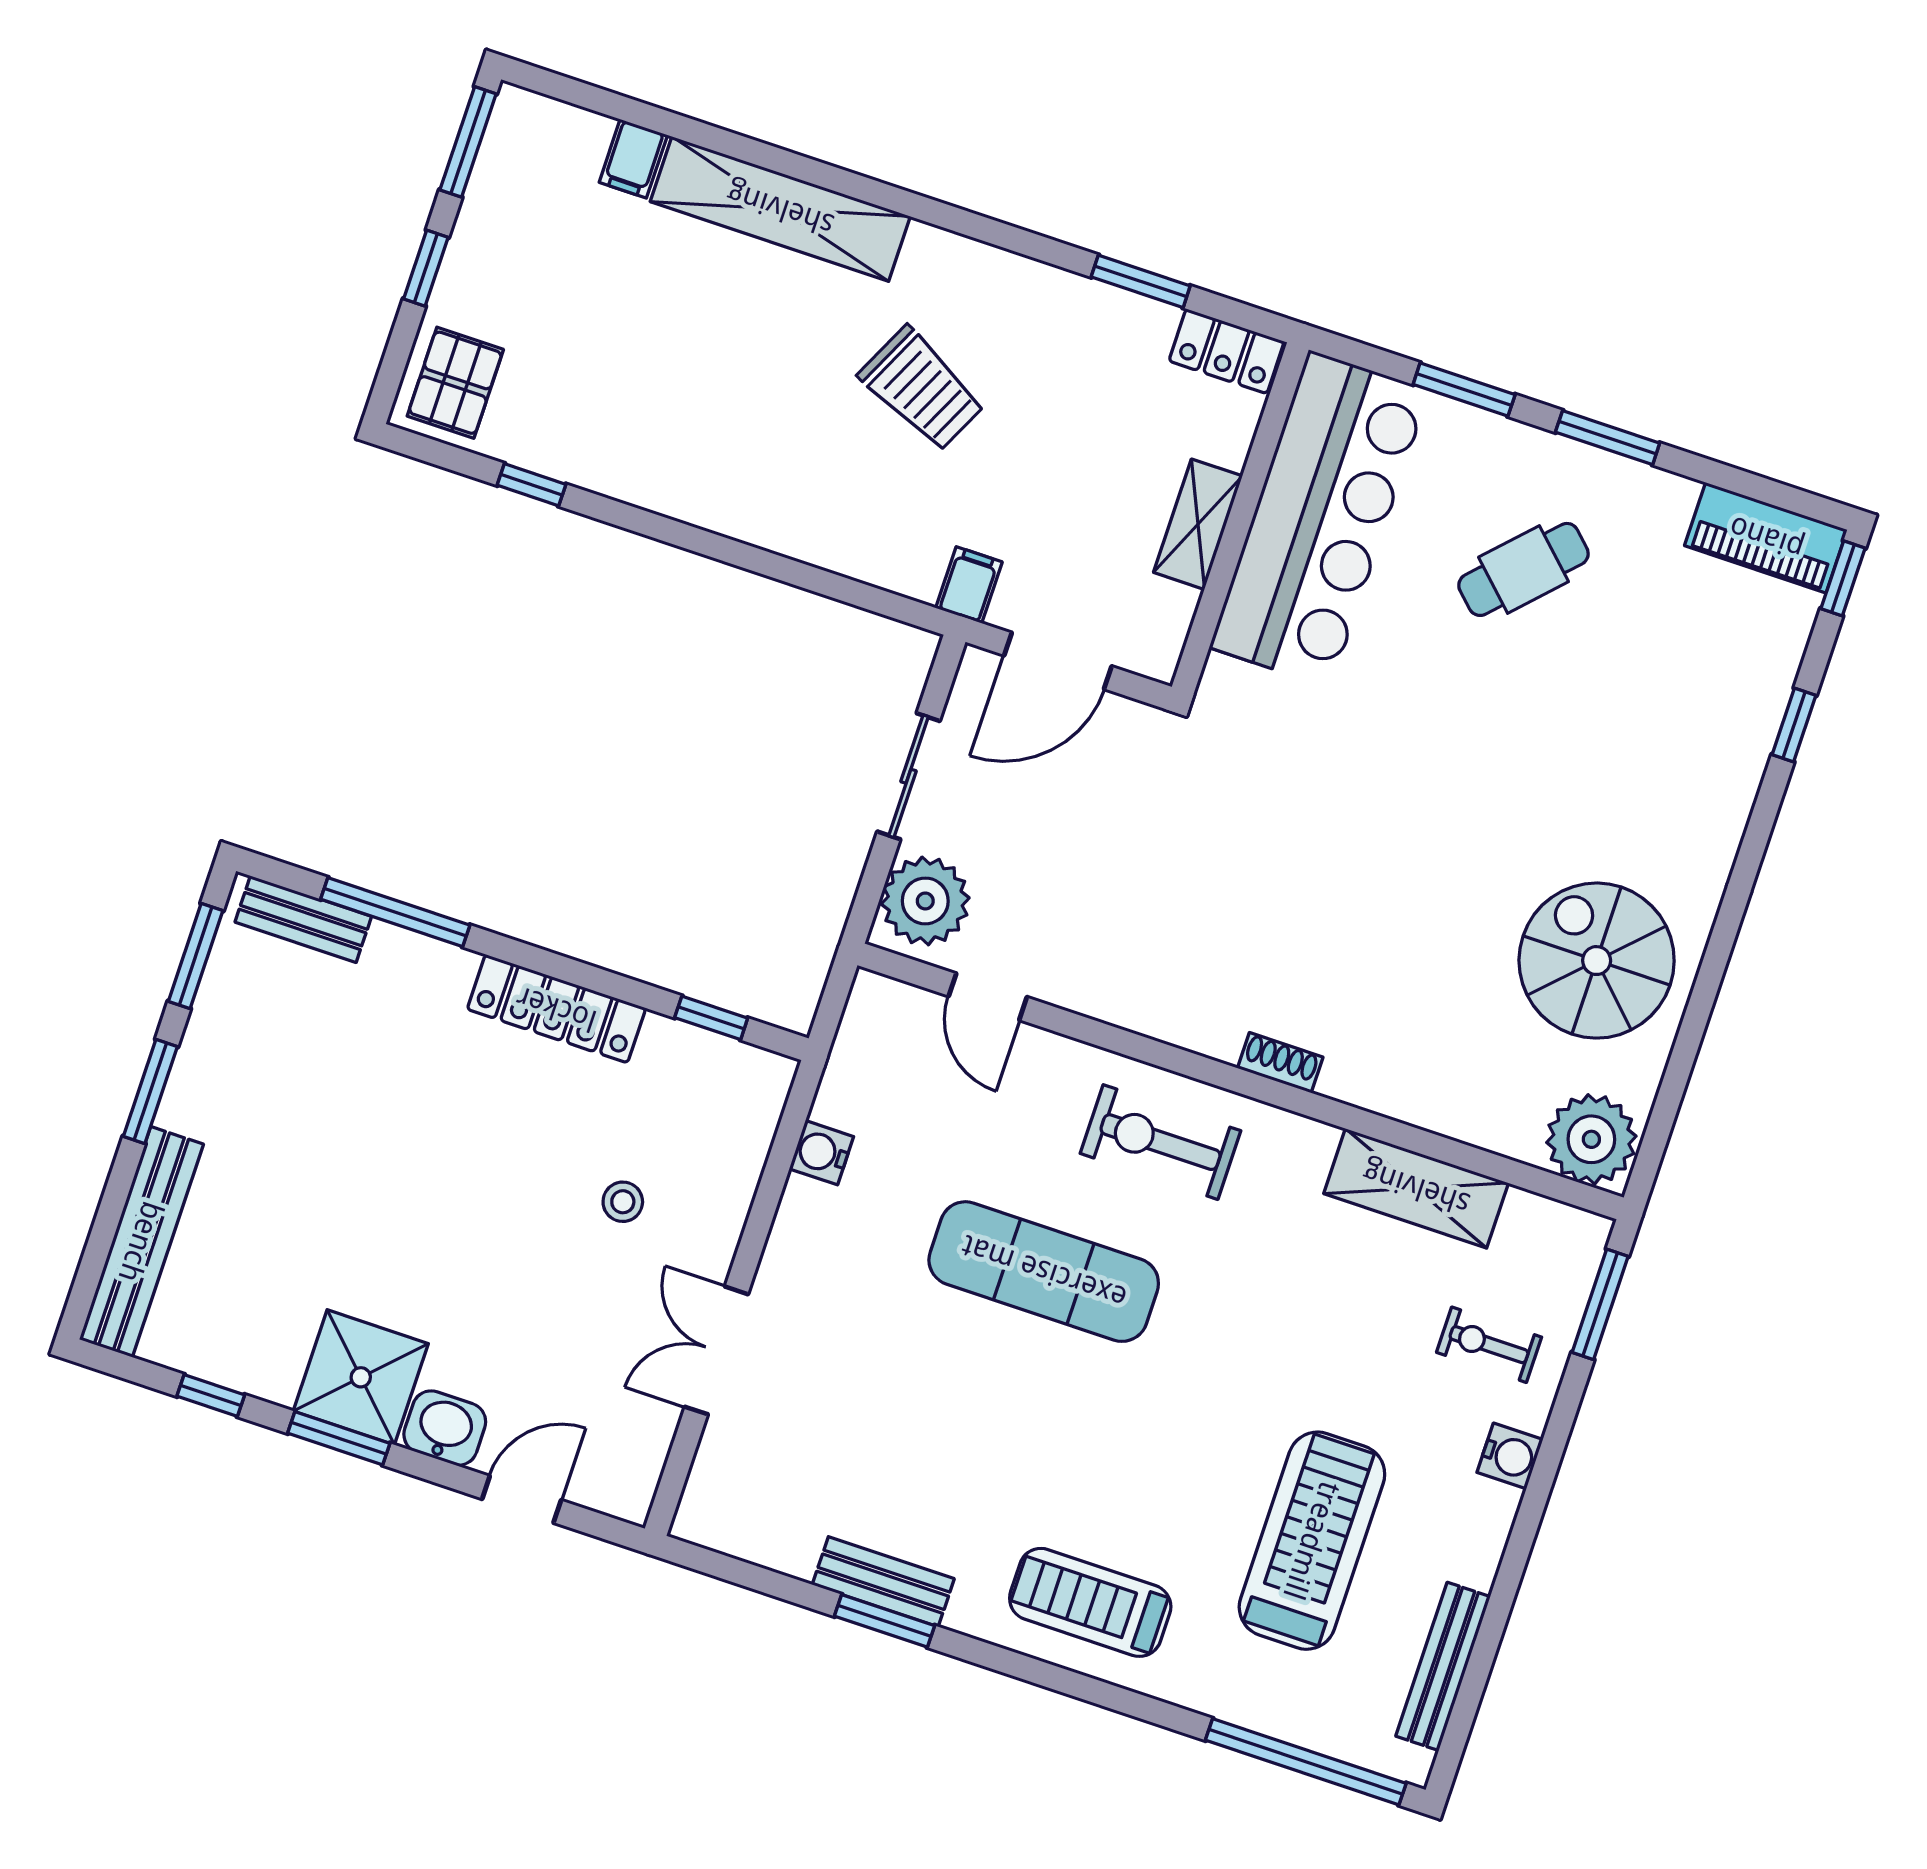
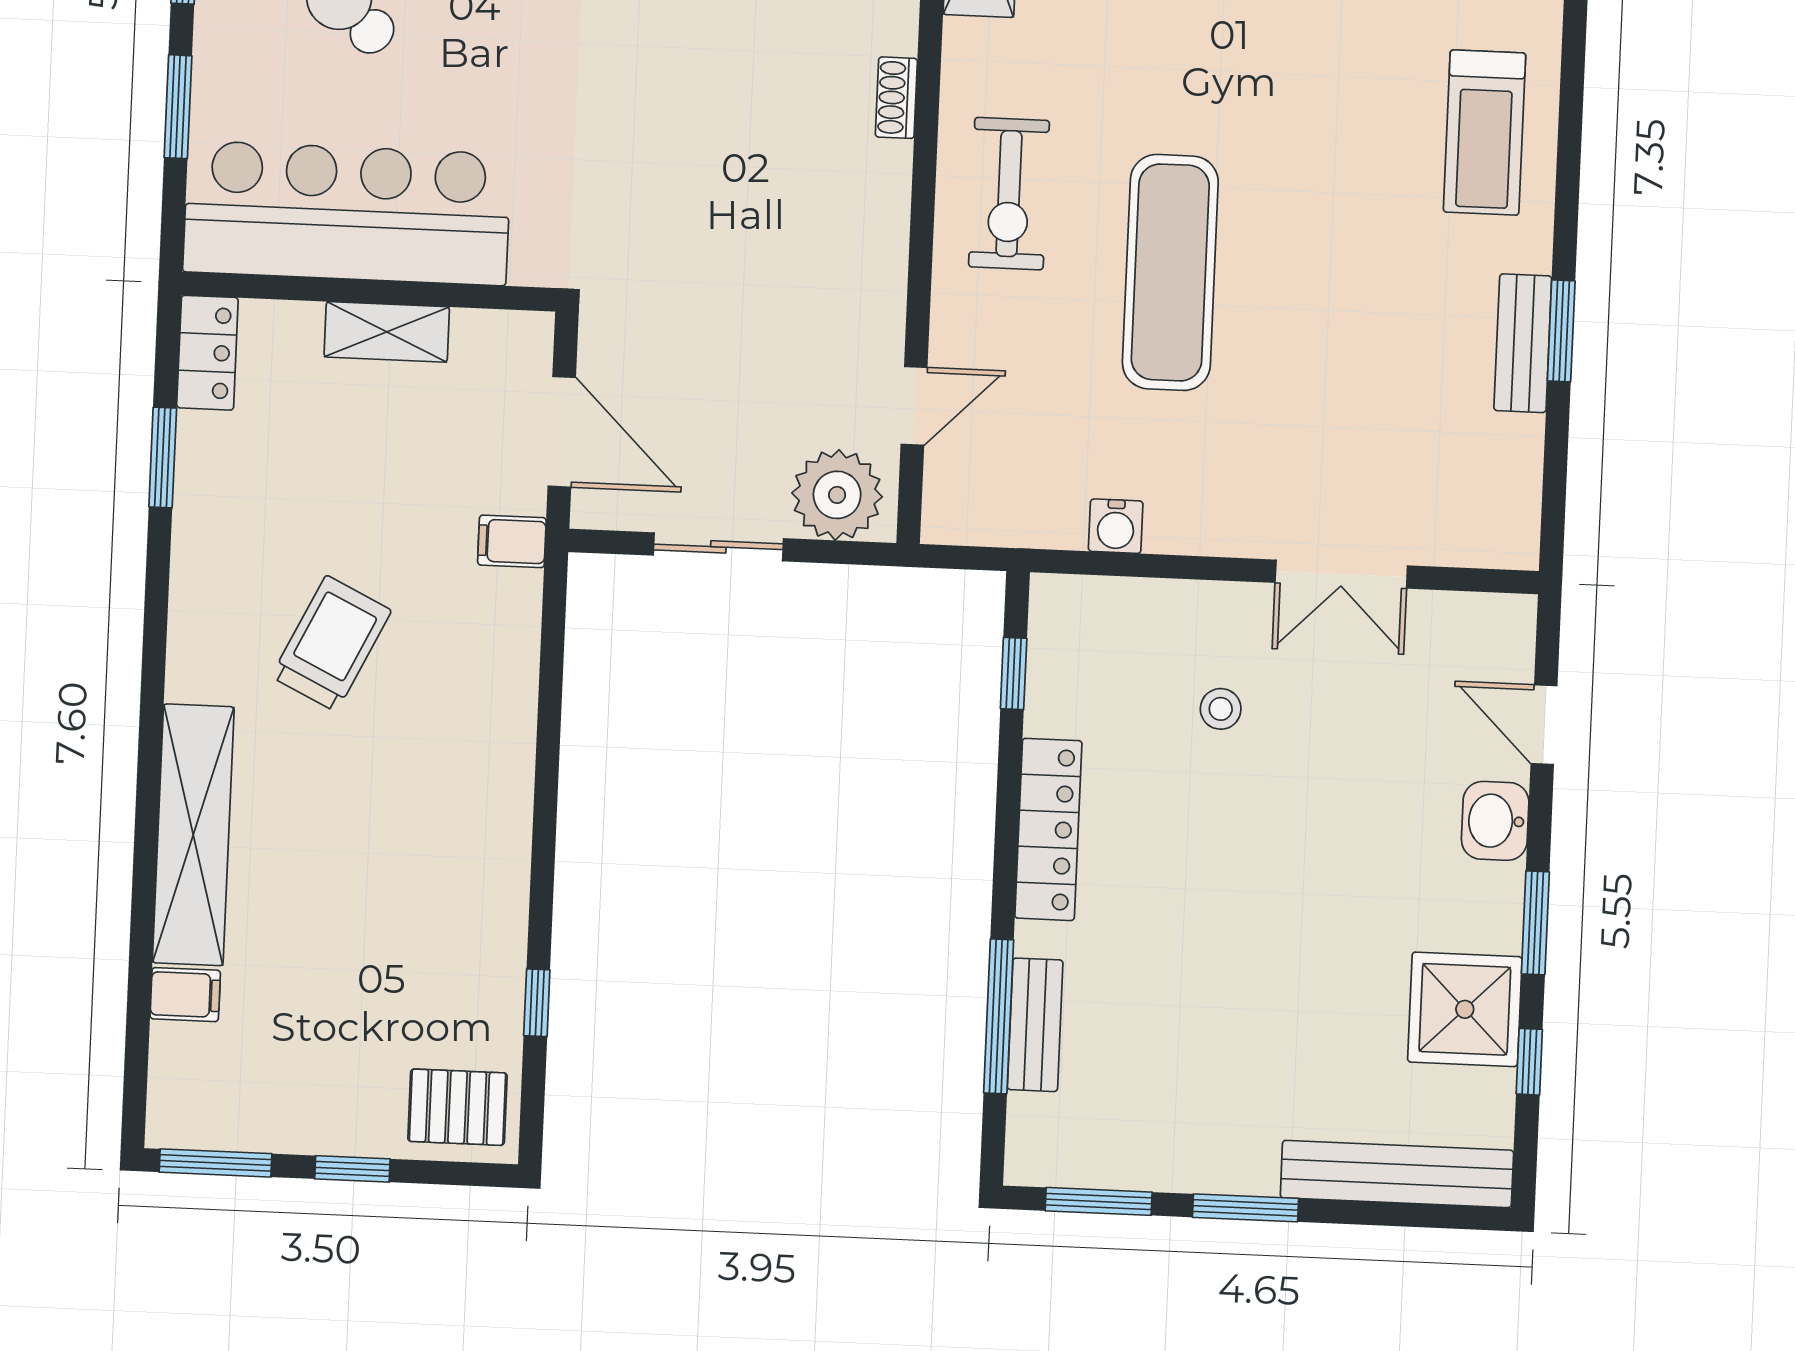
bench: (303, 919) -> (1035, 1025), moved
shower: (361, 1377) -> (1465, 1009), moved

